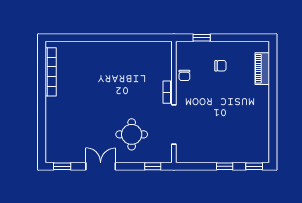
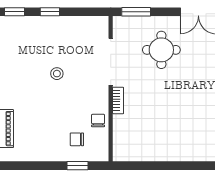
chair: (220, 66) -> (77, 139), moved
stool: (219, 115) -> (57, 74), added
window: (153, 166) -> (136, 12), width x1.50

